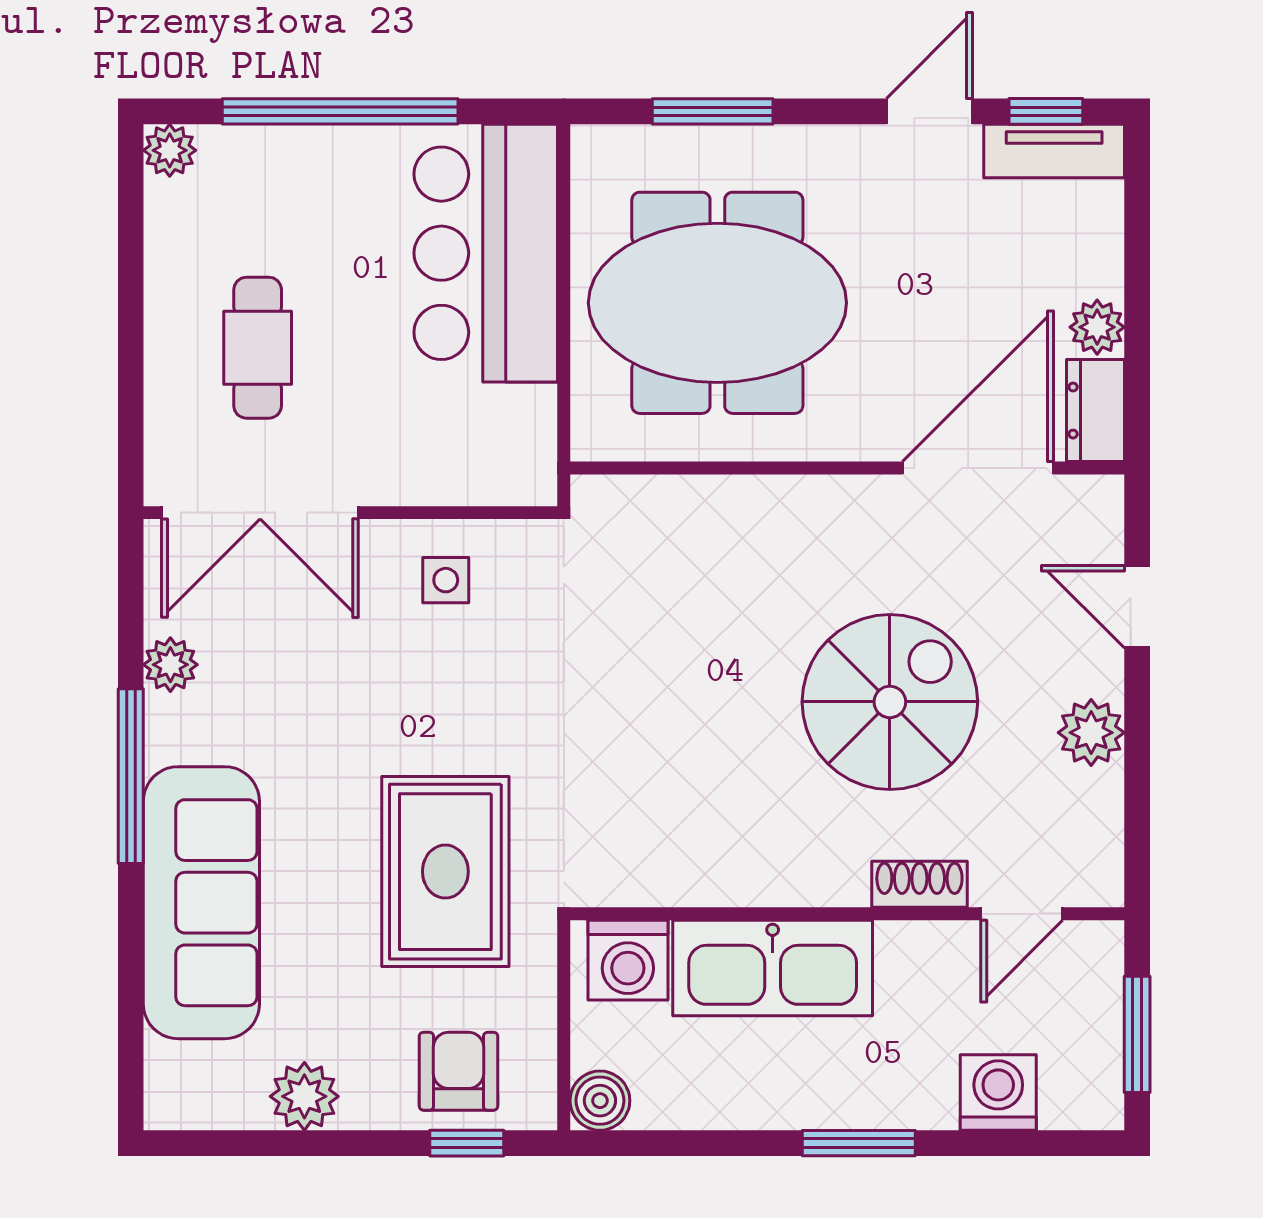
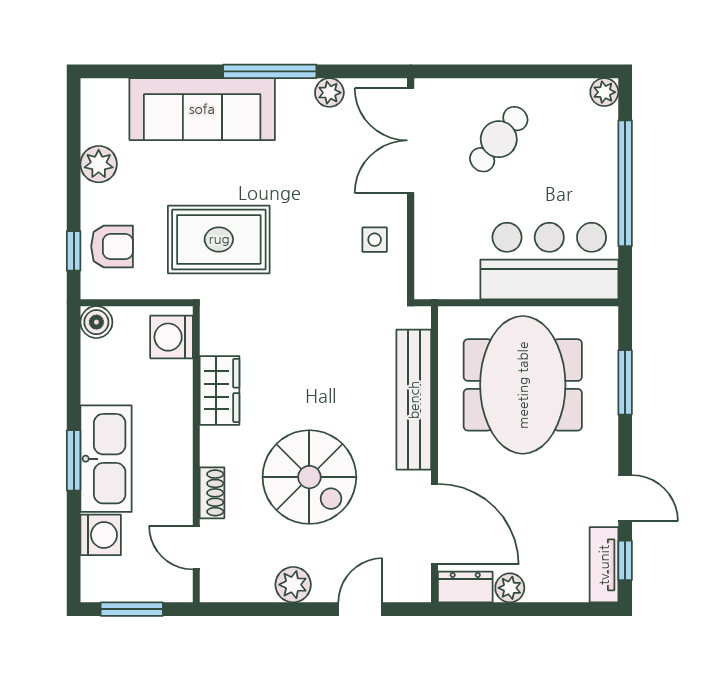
cafe table: (258, 348) -> (499, 139), turned -51
bench: (745, 507) -> (414, 400), added
wardrobe: (728, 870) -> (220, 390), added
kitchen sink: (773, 968) -> (106, 459), moved, turned 180

